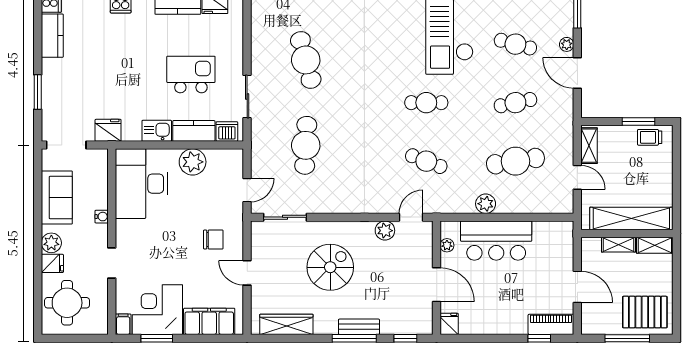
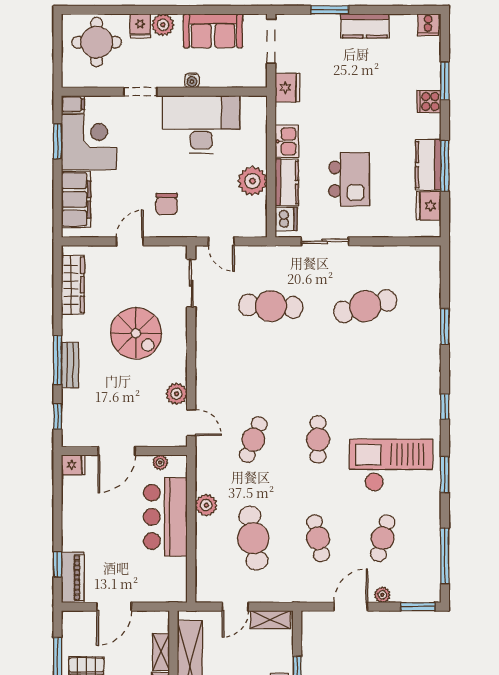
kitchen counter: (52, 36) -> (365, 26), moved
desk: (142, 184) -> (201, 125), moved

